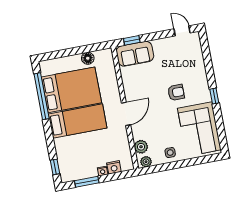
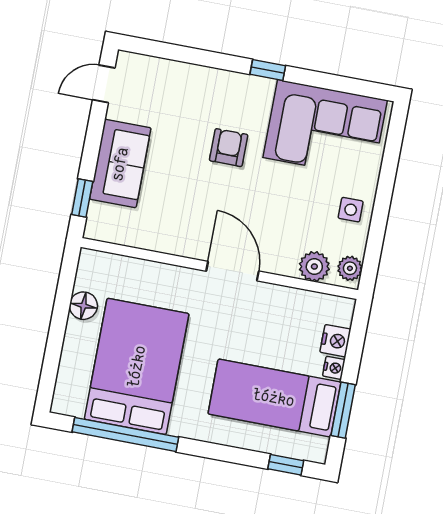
sofa: (135, 54) -> (120, 164), moved
bed: (78, 121) -> (274, 398), moved, turned -90

